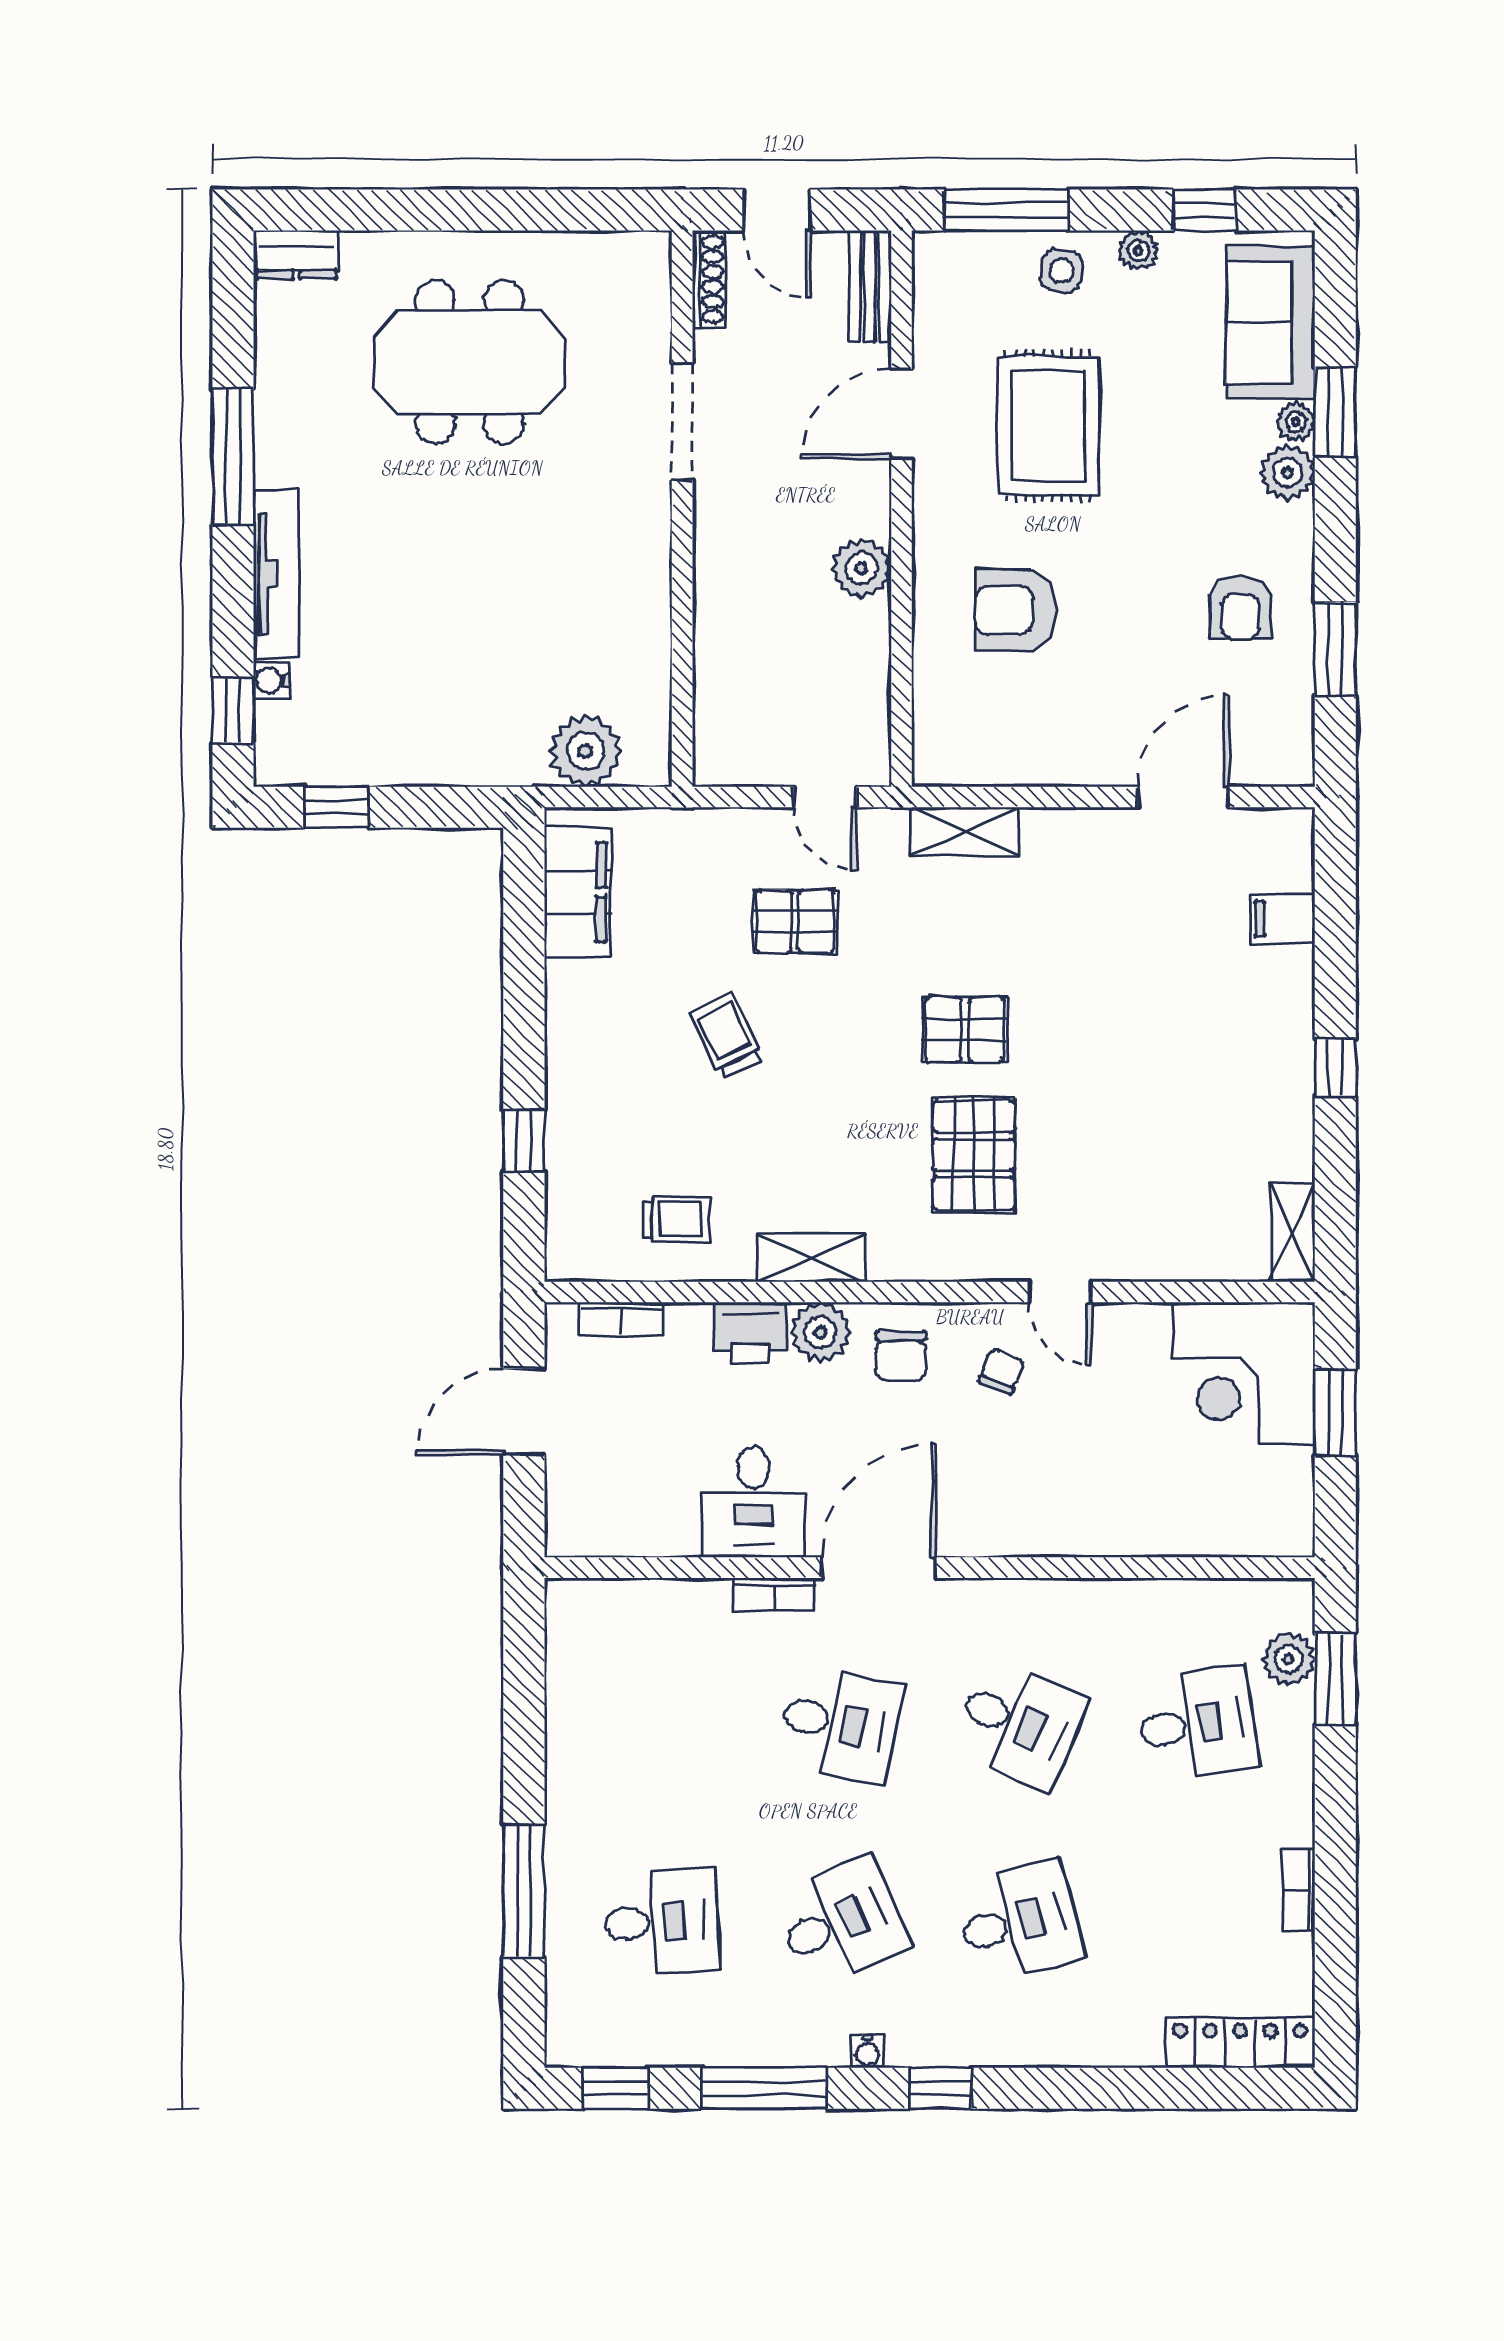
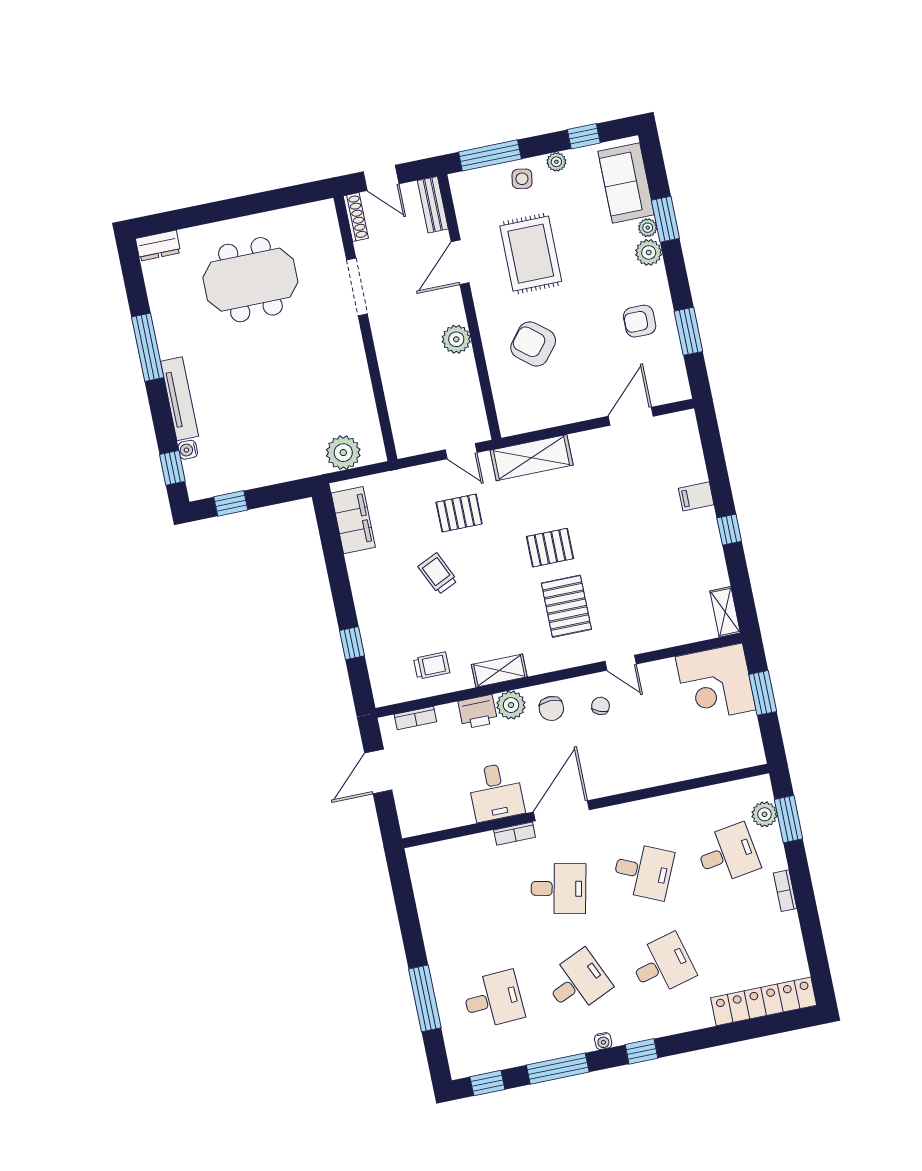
armchair: (1240, 608) -> (640, 321), turned 90
armchair: (1015, 610) -> (533, 344), turned 39
shelving: (965, 831) -> (532, 458), width x1.50, depth x1.33
filing cabinet: (1282, 919) -> (696, 496), moved
bookcase: (1299, 1890) -> (785, 891), moved
locker: (1240, 2043) -> (764, 1001), width x1.41, depth x1.21

